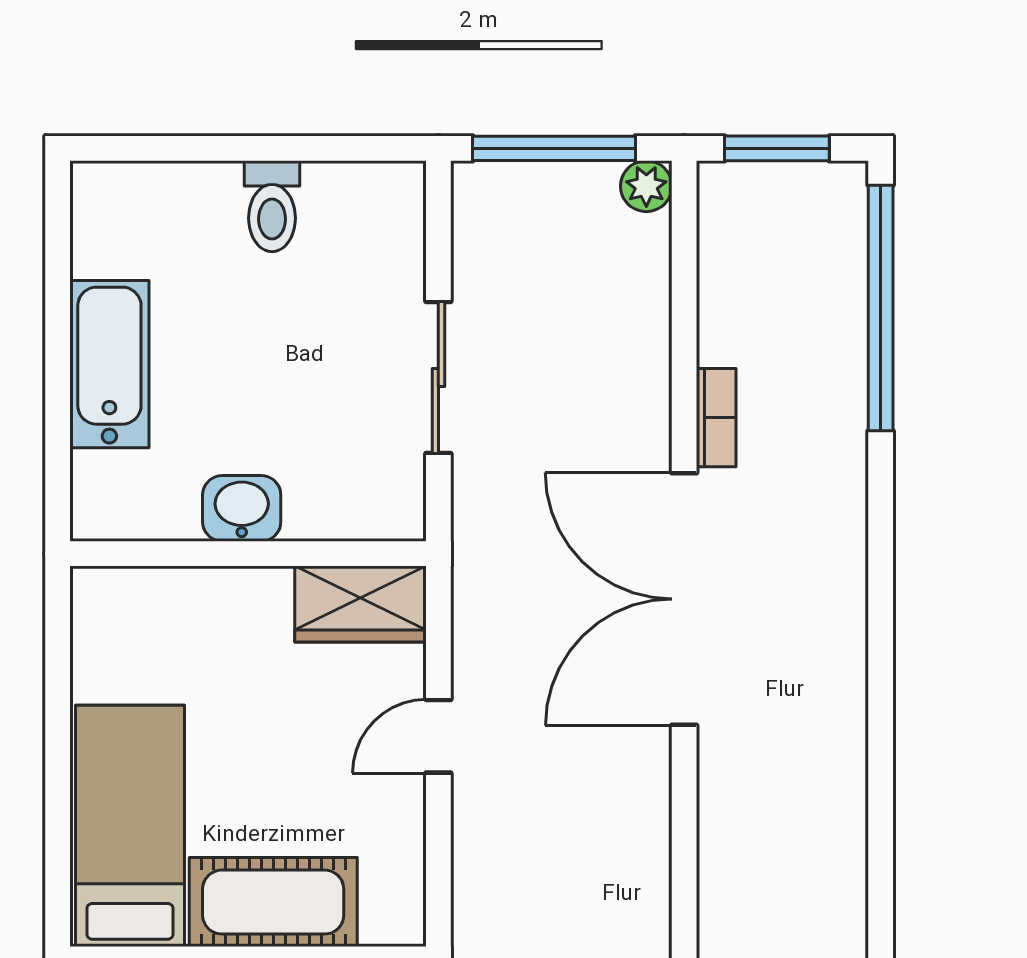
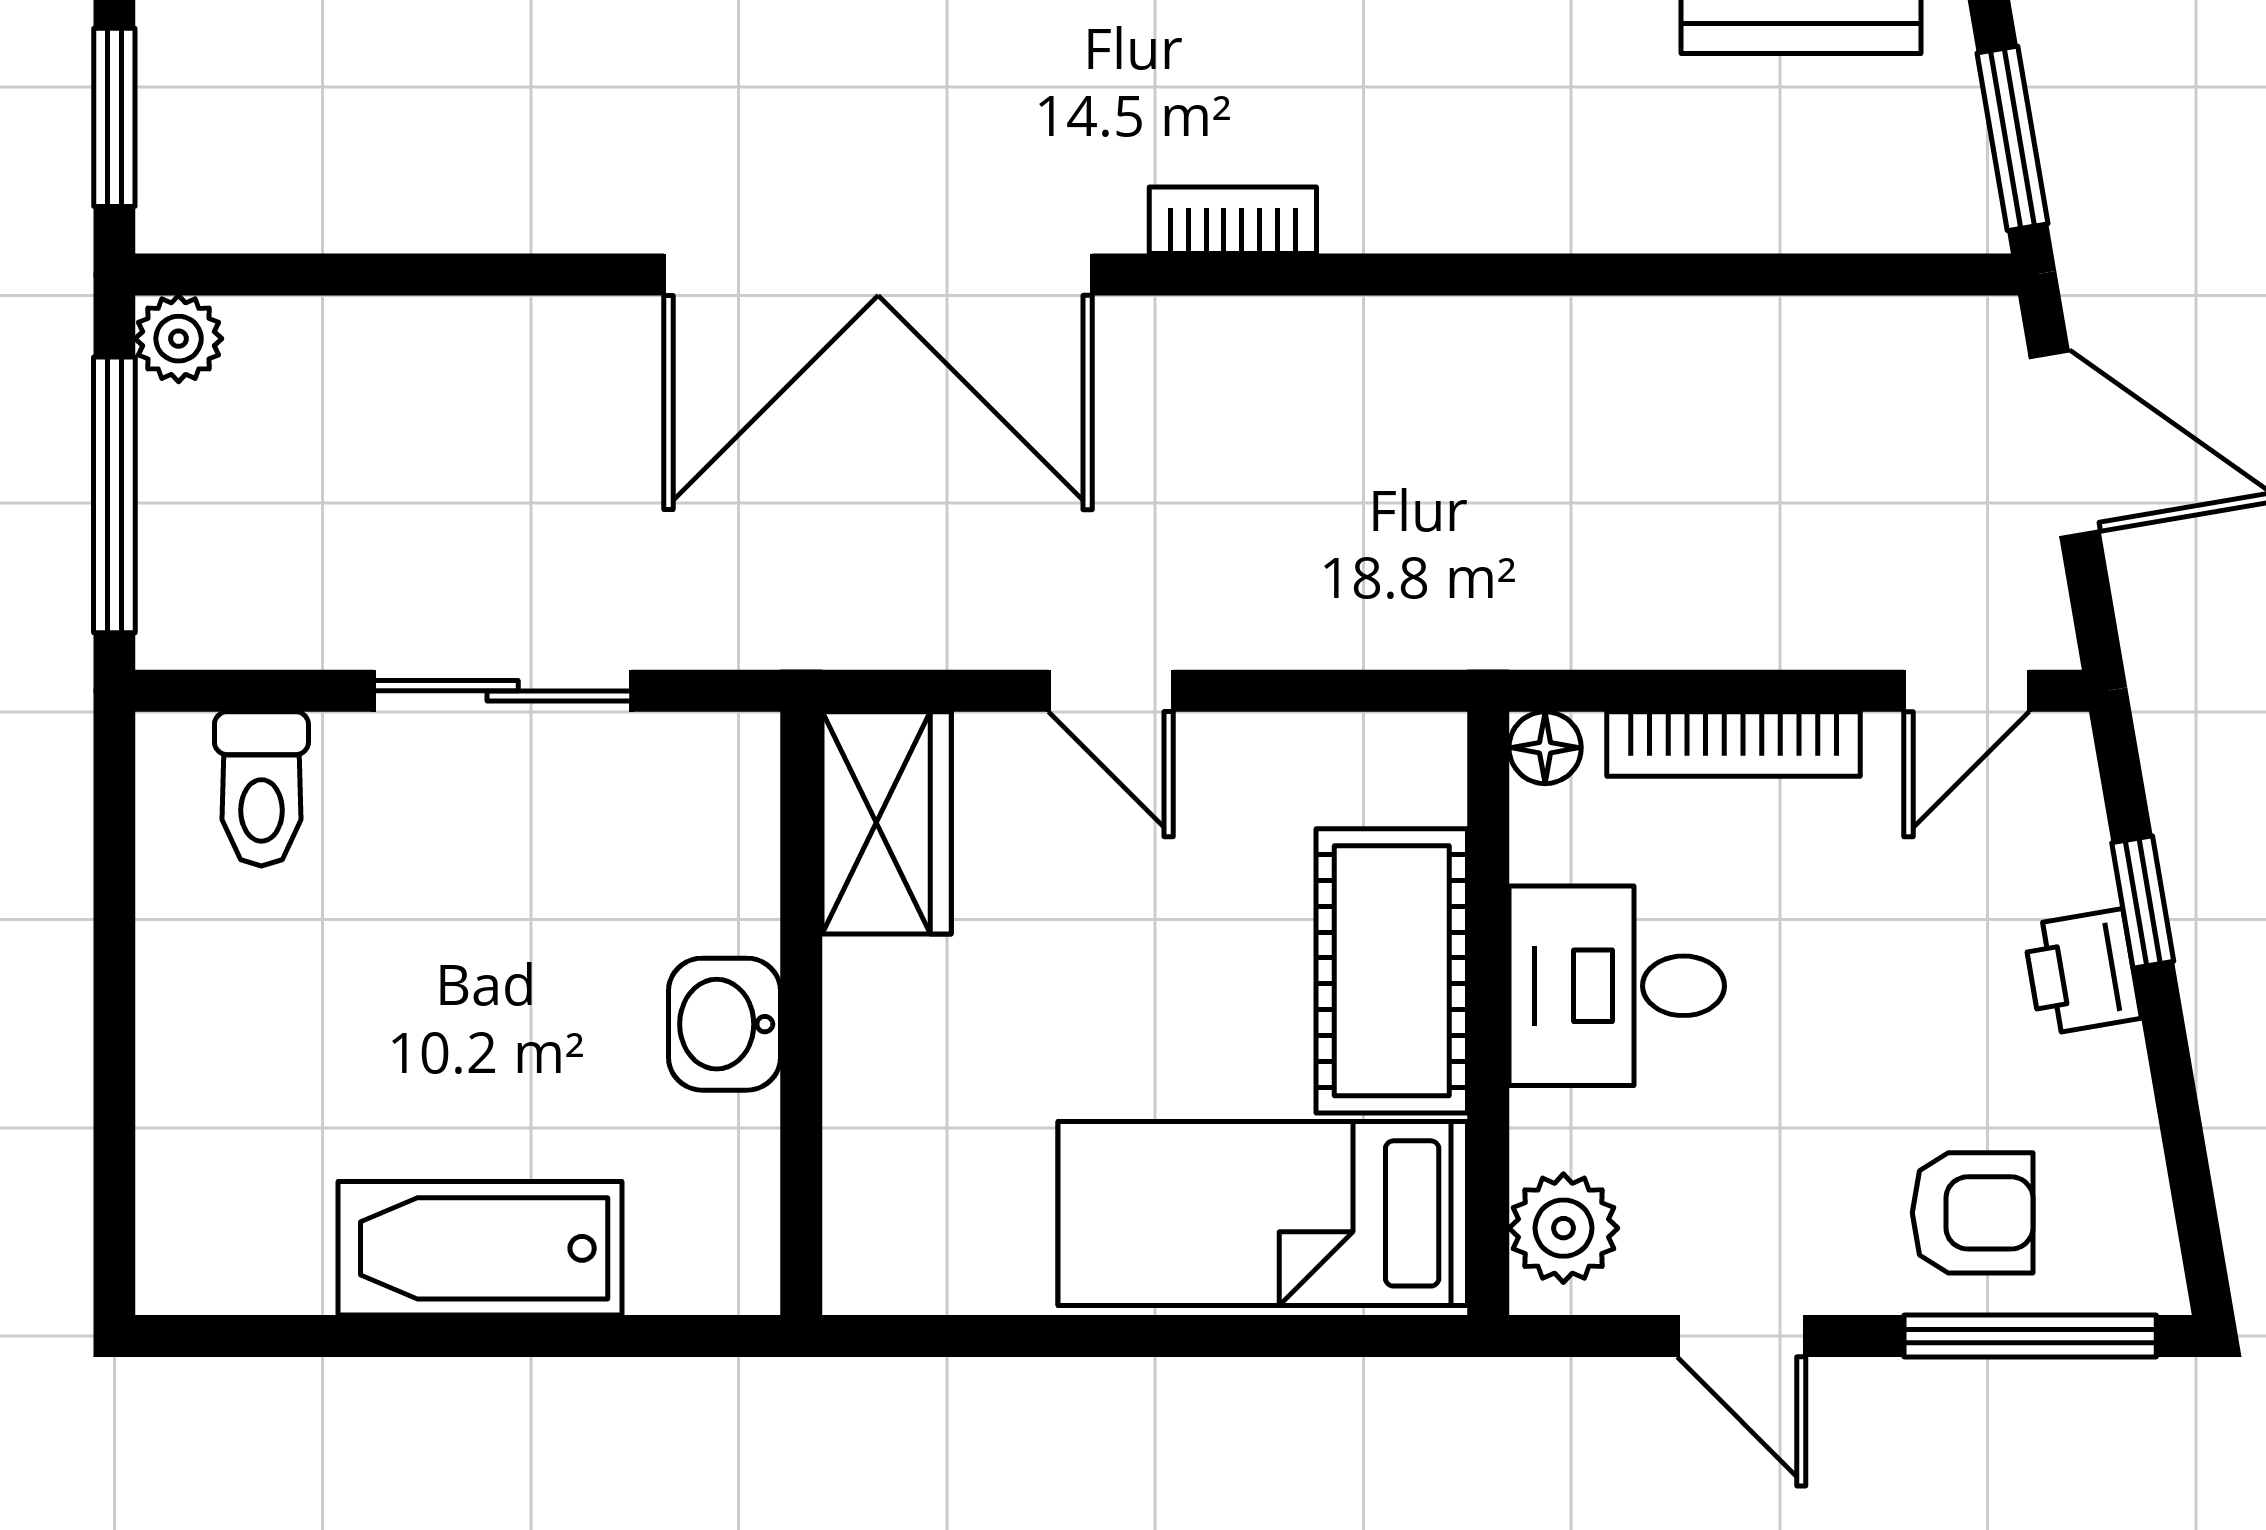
toilet: (272, 206) -> (261, 789), moved, turned 90
bookcase: (716, 418) -> (1233, 220), moved

